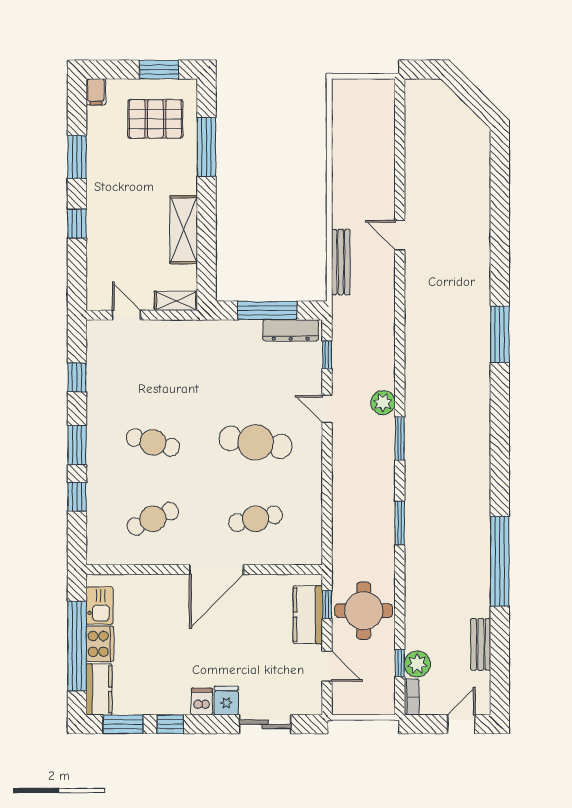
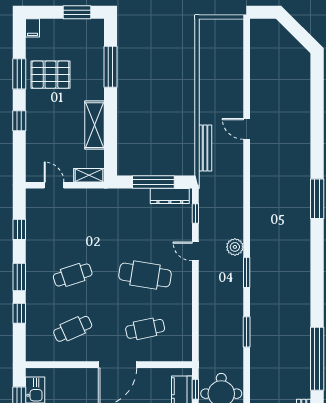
pallet: (155, 119) -> (50, 75), moved
cafe table: (153, 442) -> (73, 275), turned -33

